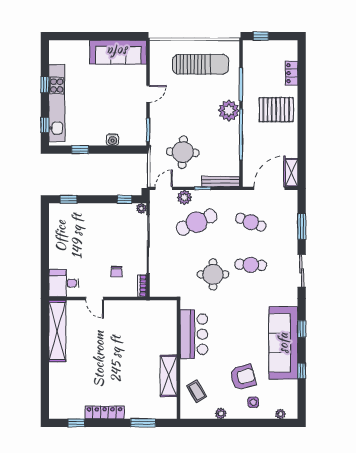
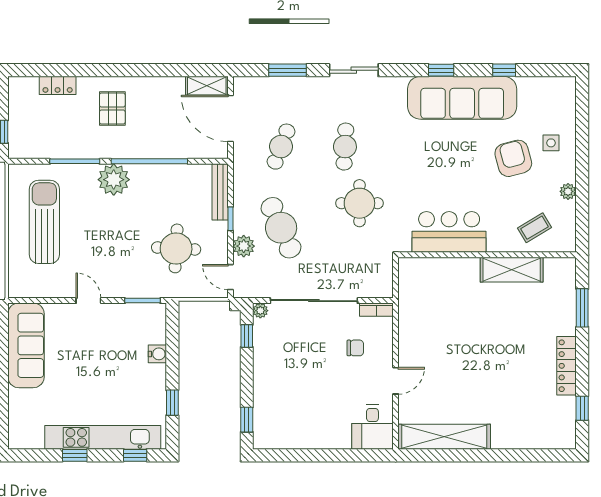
pallet: (276, 110) -> (112, 109), width x0.67, depth x0.71
plant: (280, 414) -> (569, 102), removed

